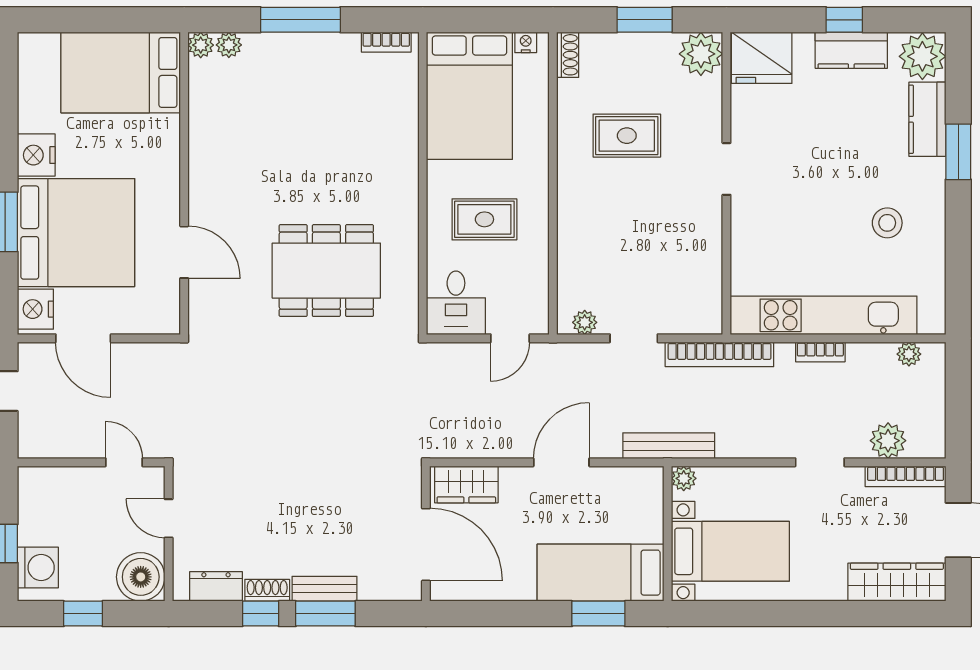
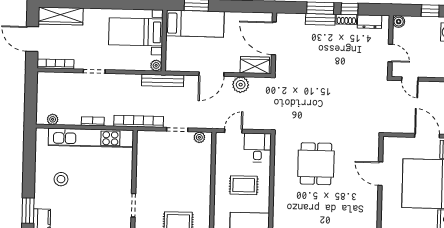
dining table: (326, 271) -> (316, 164), width x0.73
plant: (888, 441) -> (241, 85), moved
boiler: (141, 577) -> (399, 22), width x0.54, depth x0.54

